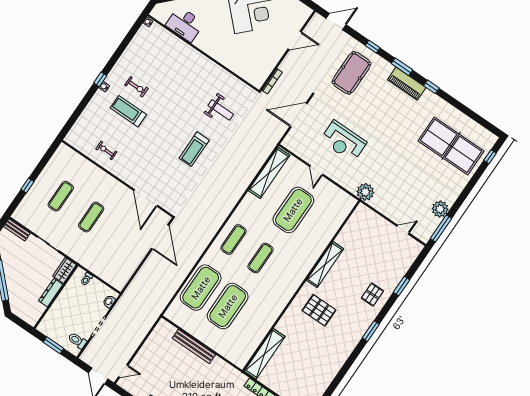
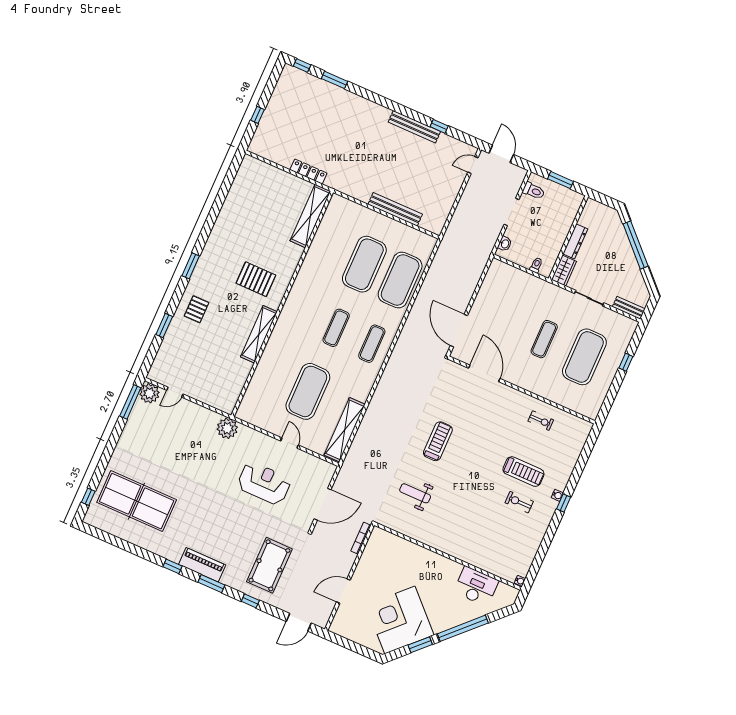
exercise mat: (61, 196) -> (584, 357), width x2.00, depth x1.45
plant: (440, 209) -> (149, 393), moved

